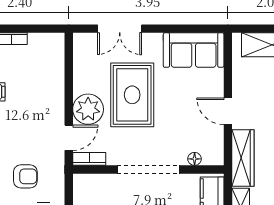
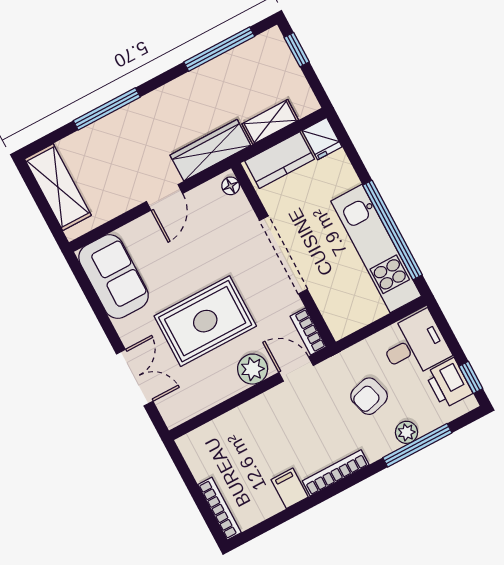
plant: (88, 109) -> (253, 369), width x0.73, depth x0.73
floor lamp: (195, 159) -> (231, 186), moved
armchair: (25, 176) -> (369, 396), turned -106

